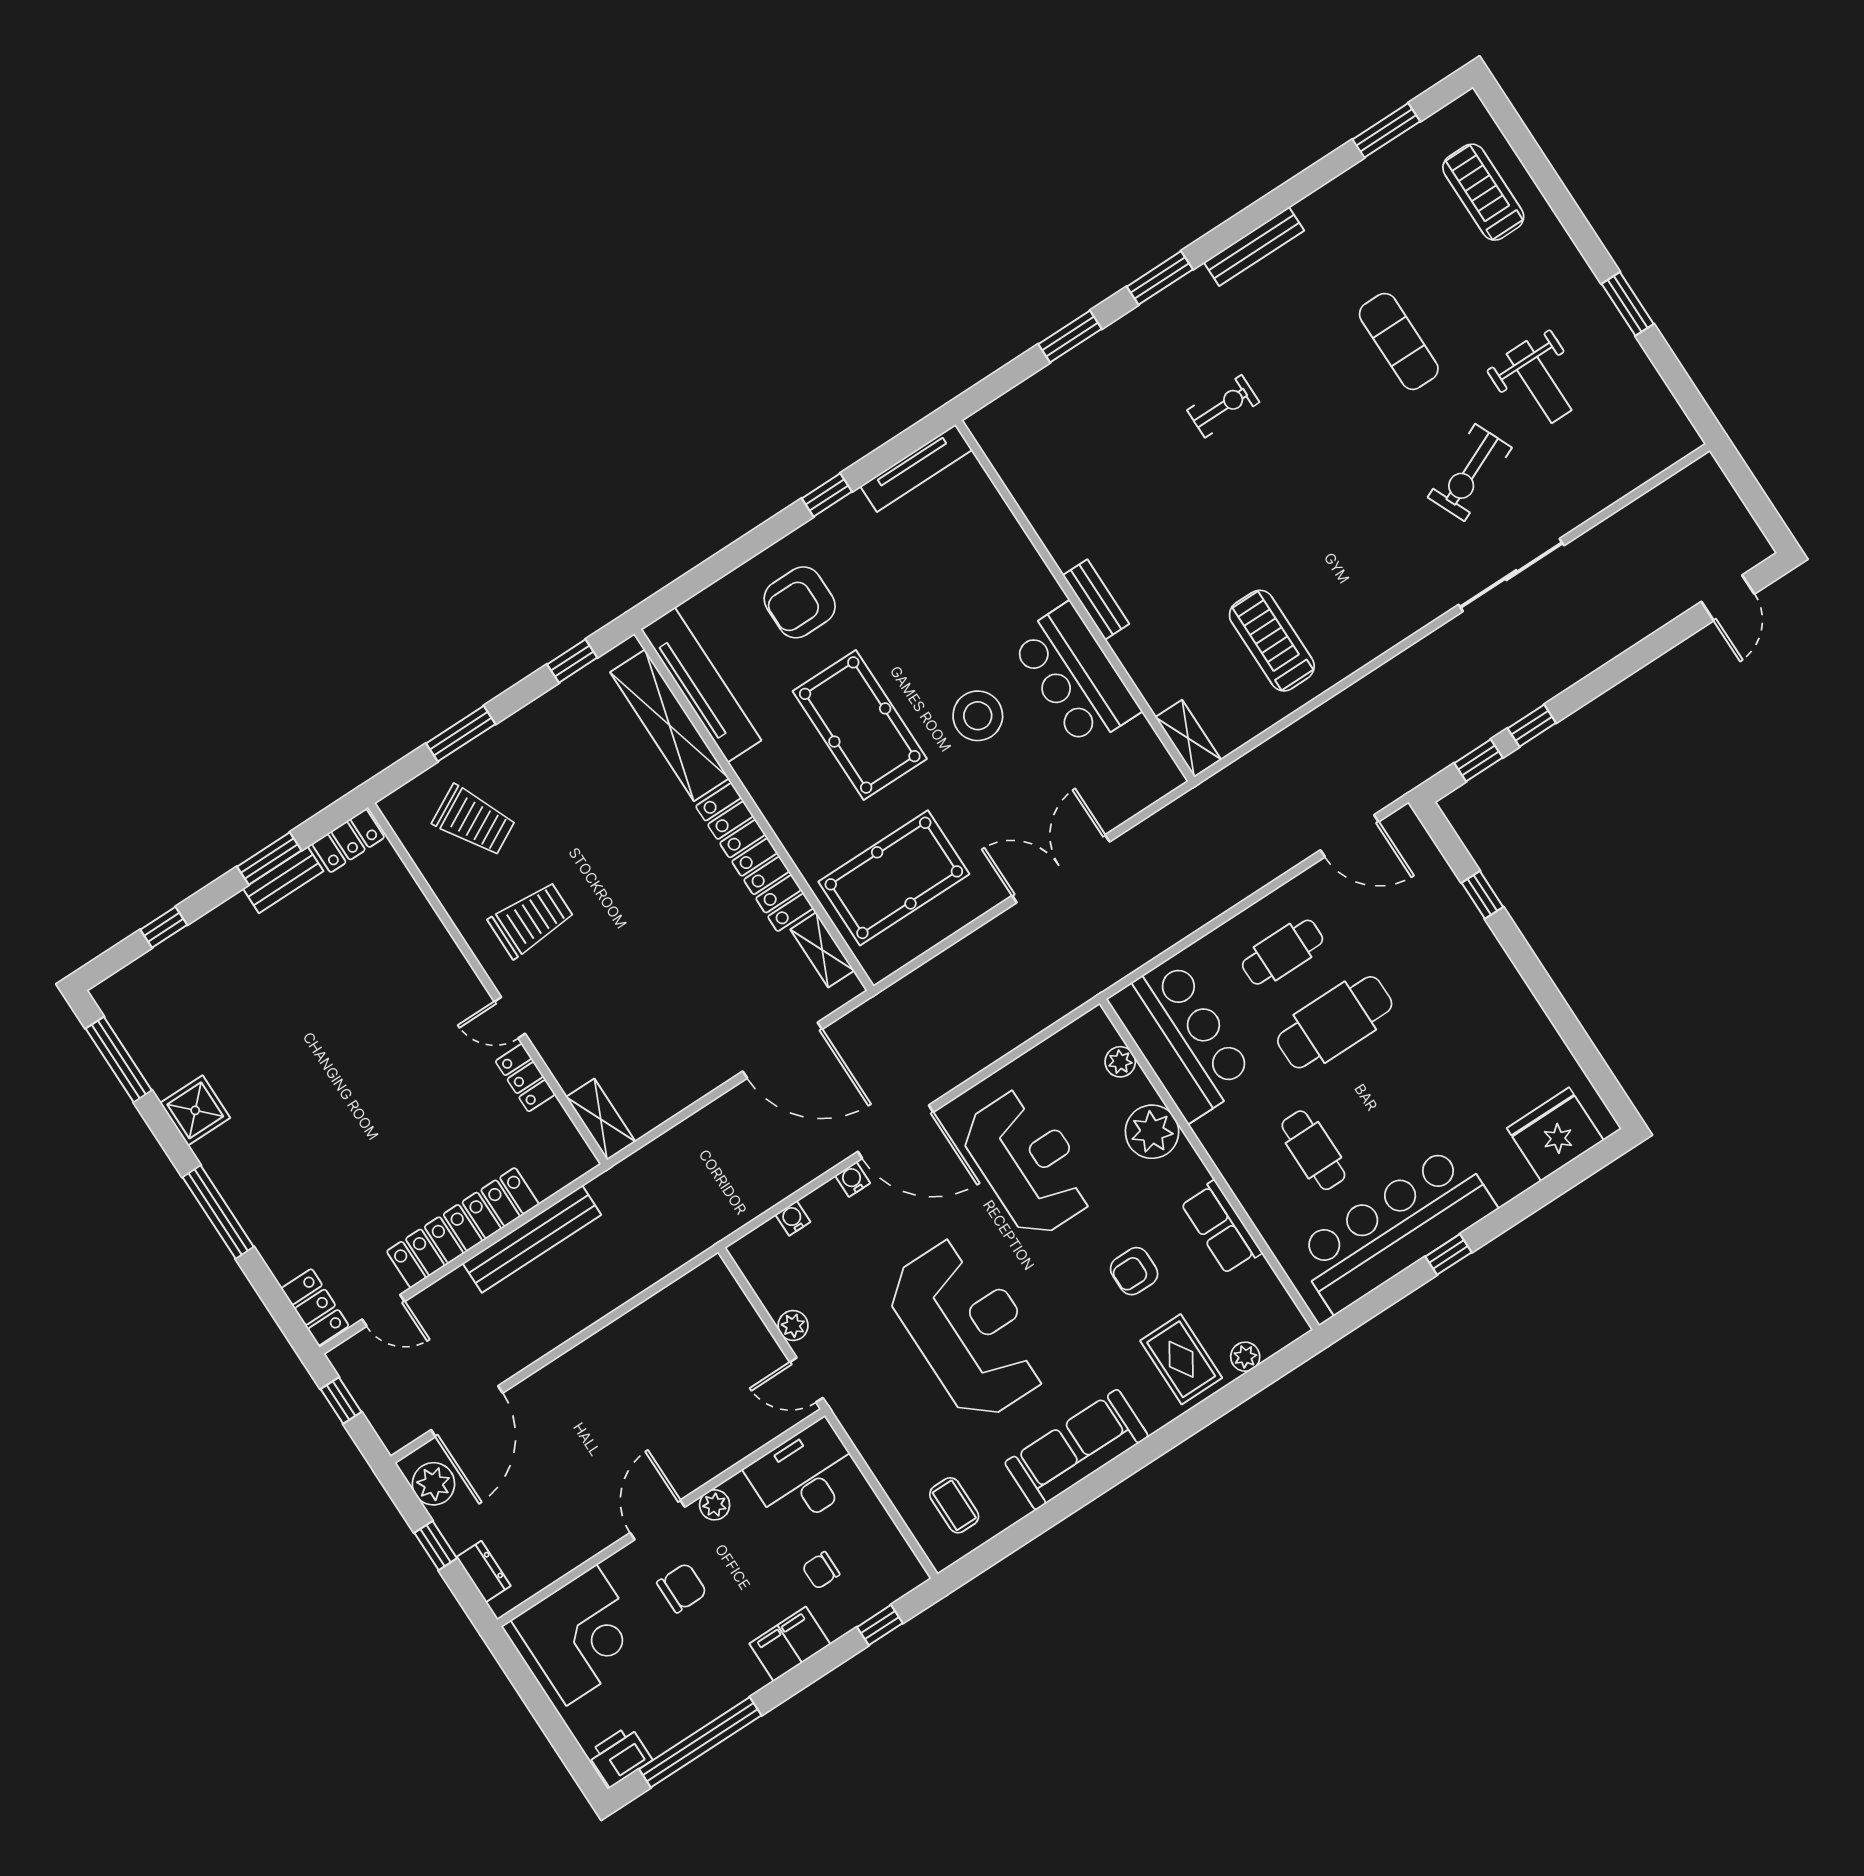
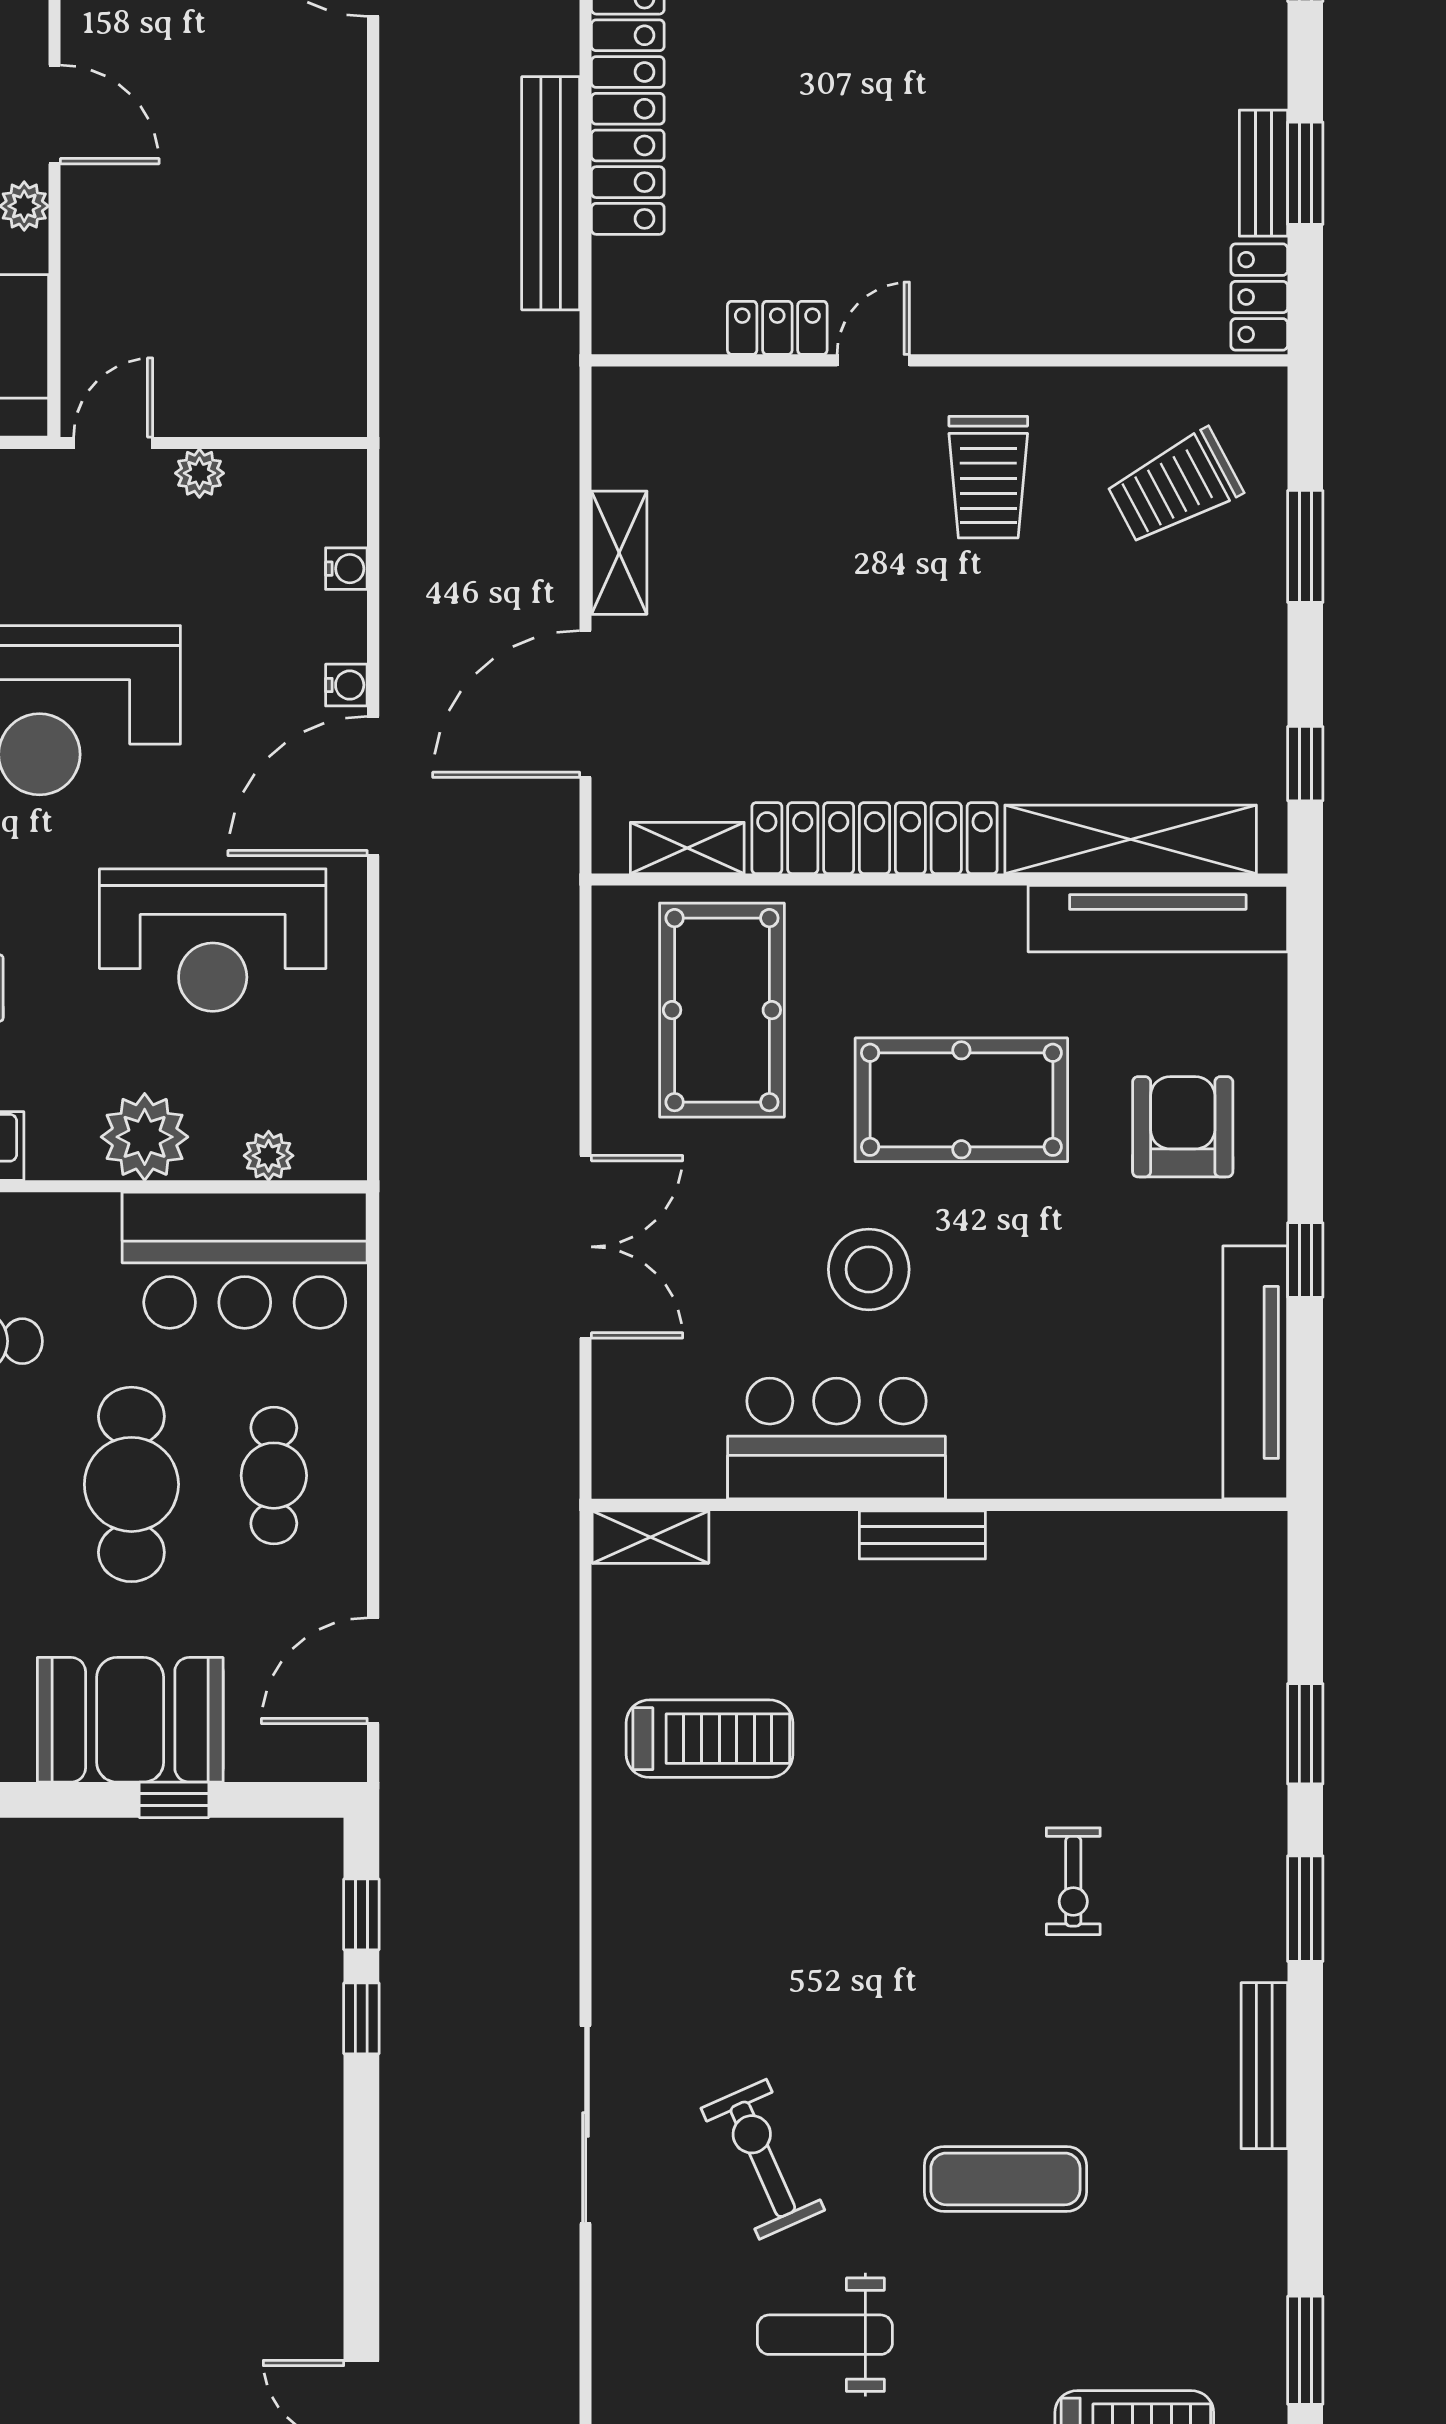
tv unit: (916, 468) -> (1255, 1372), width x1.36, depth x1.29
booth: (1456, 944) -> (130, 1720), added
shelving: (601, 1119) -> (619, 553), moved, turned 90

